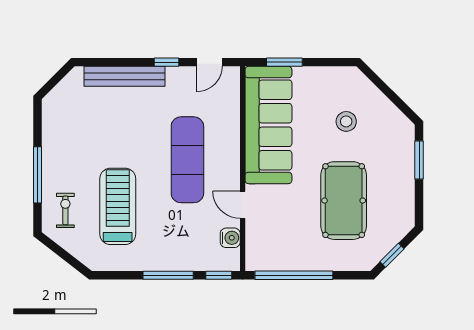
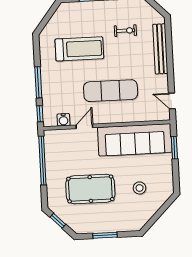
window: (167, 62) -> (171, 74), removed
window: (419, 160) -> (105, 235), moved
exercise bike: (65, 210) -> (125, 31), moved

